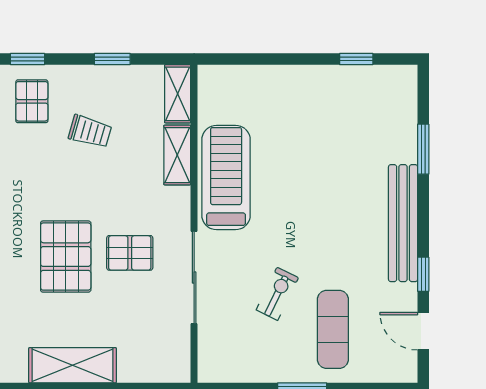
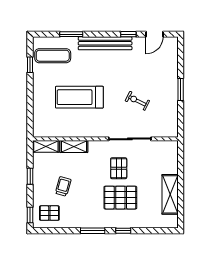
treadmill: (226, 178) -> (79, 97), moved
exercise mat: (333, 329) -> (53, 56), moved

